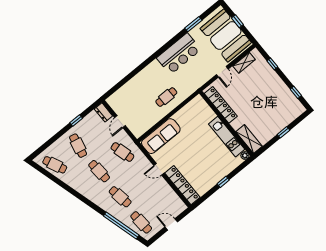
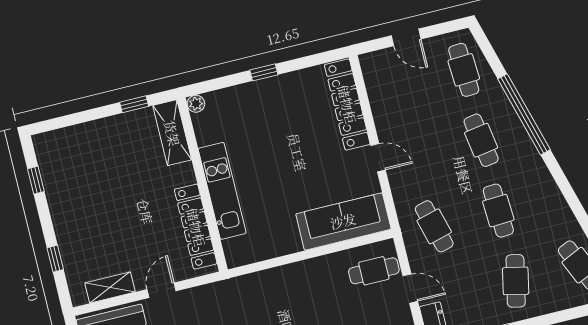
cafe table: (166, 97) -> (374, 271), moved
door: (120, 122) -> (410, 289), hinge flipped
window: (283, 132) -> (134, 104), moved
kitchen unit: (227, 137) -> (222, 191), moved
window: (121, 226) -> (524, 114), moved

